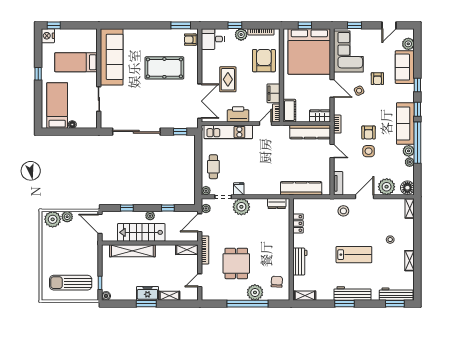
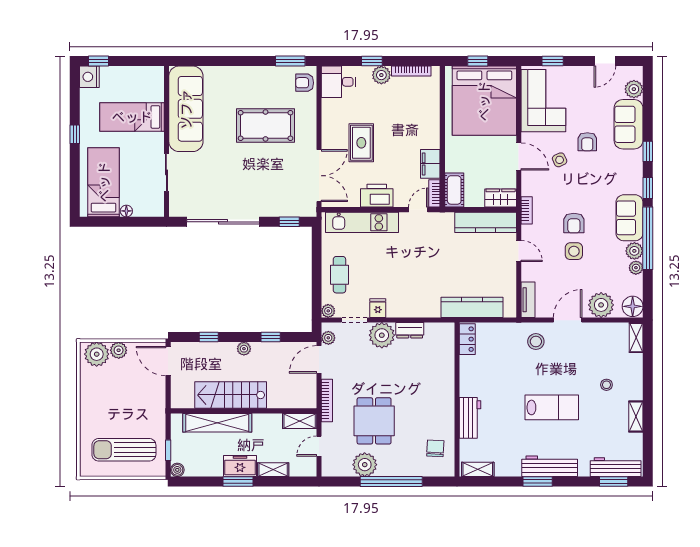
armchair: (264, 61) -> (416, 114), removed
sofa: (405, 124) -> (629, 218), width x0.73
dresser: (277, 203) -> (410, 330), moved
locker: (298, 223) -> (467, 339), moved
stairs: (141, 232) -> (231, 395), moved
wall: (150, 243) -> (244, 411), moved
shelving: (187, 250) -> (300, 421), moved
shelving: (132, 251) -> (217, 423), moved
plant: (255, 292) -> (365, 465), moved

